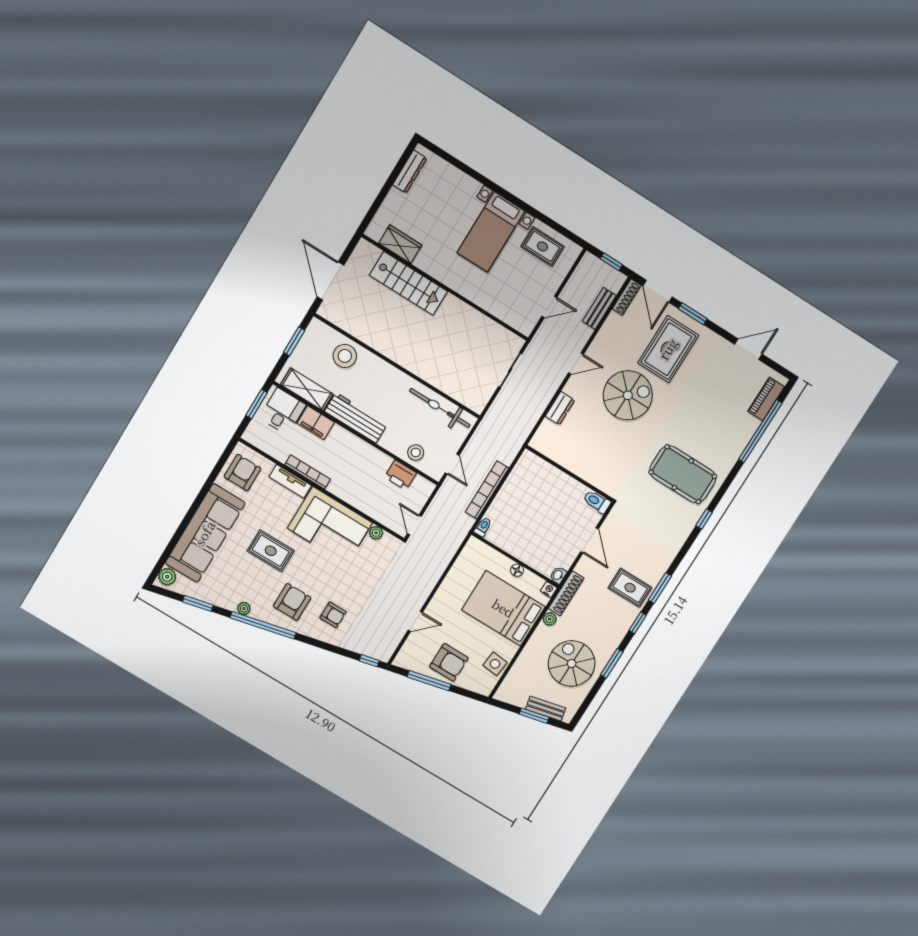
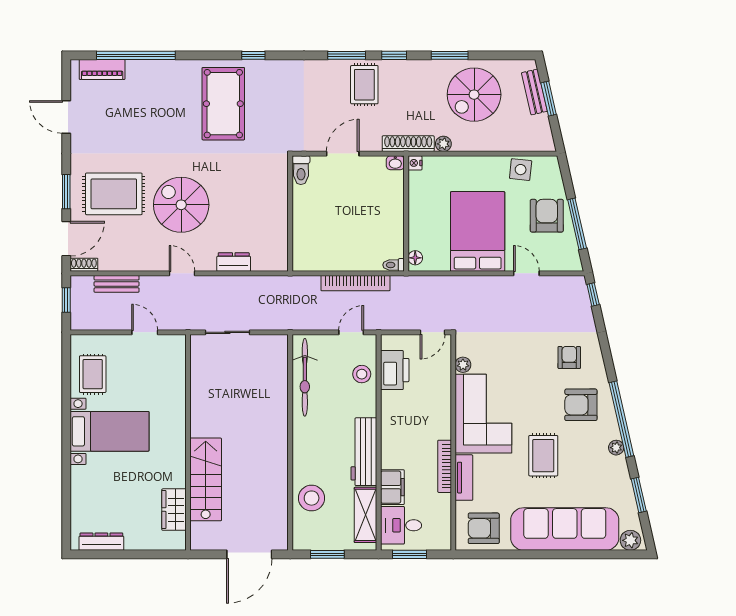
shoe rack: (627, 297) -> (84, 265), width x0.70
printer: (401, 475) -> (395, 370), width x1.37, depth x1.19
floor lamp: (517, 570) -> (415, 258), moved
bed: (503, 608) -> (478, 231), moved, turned 180

